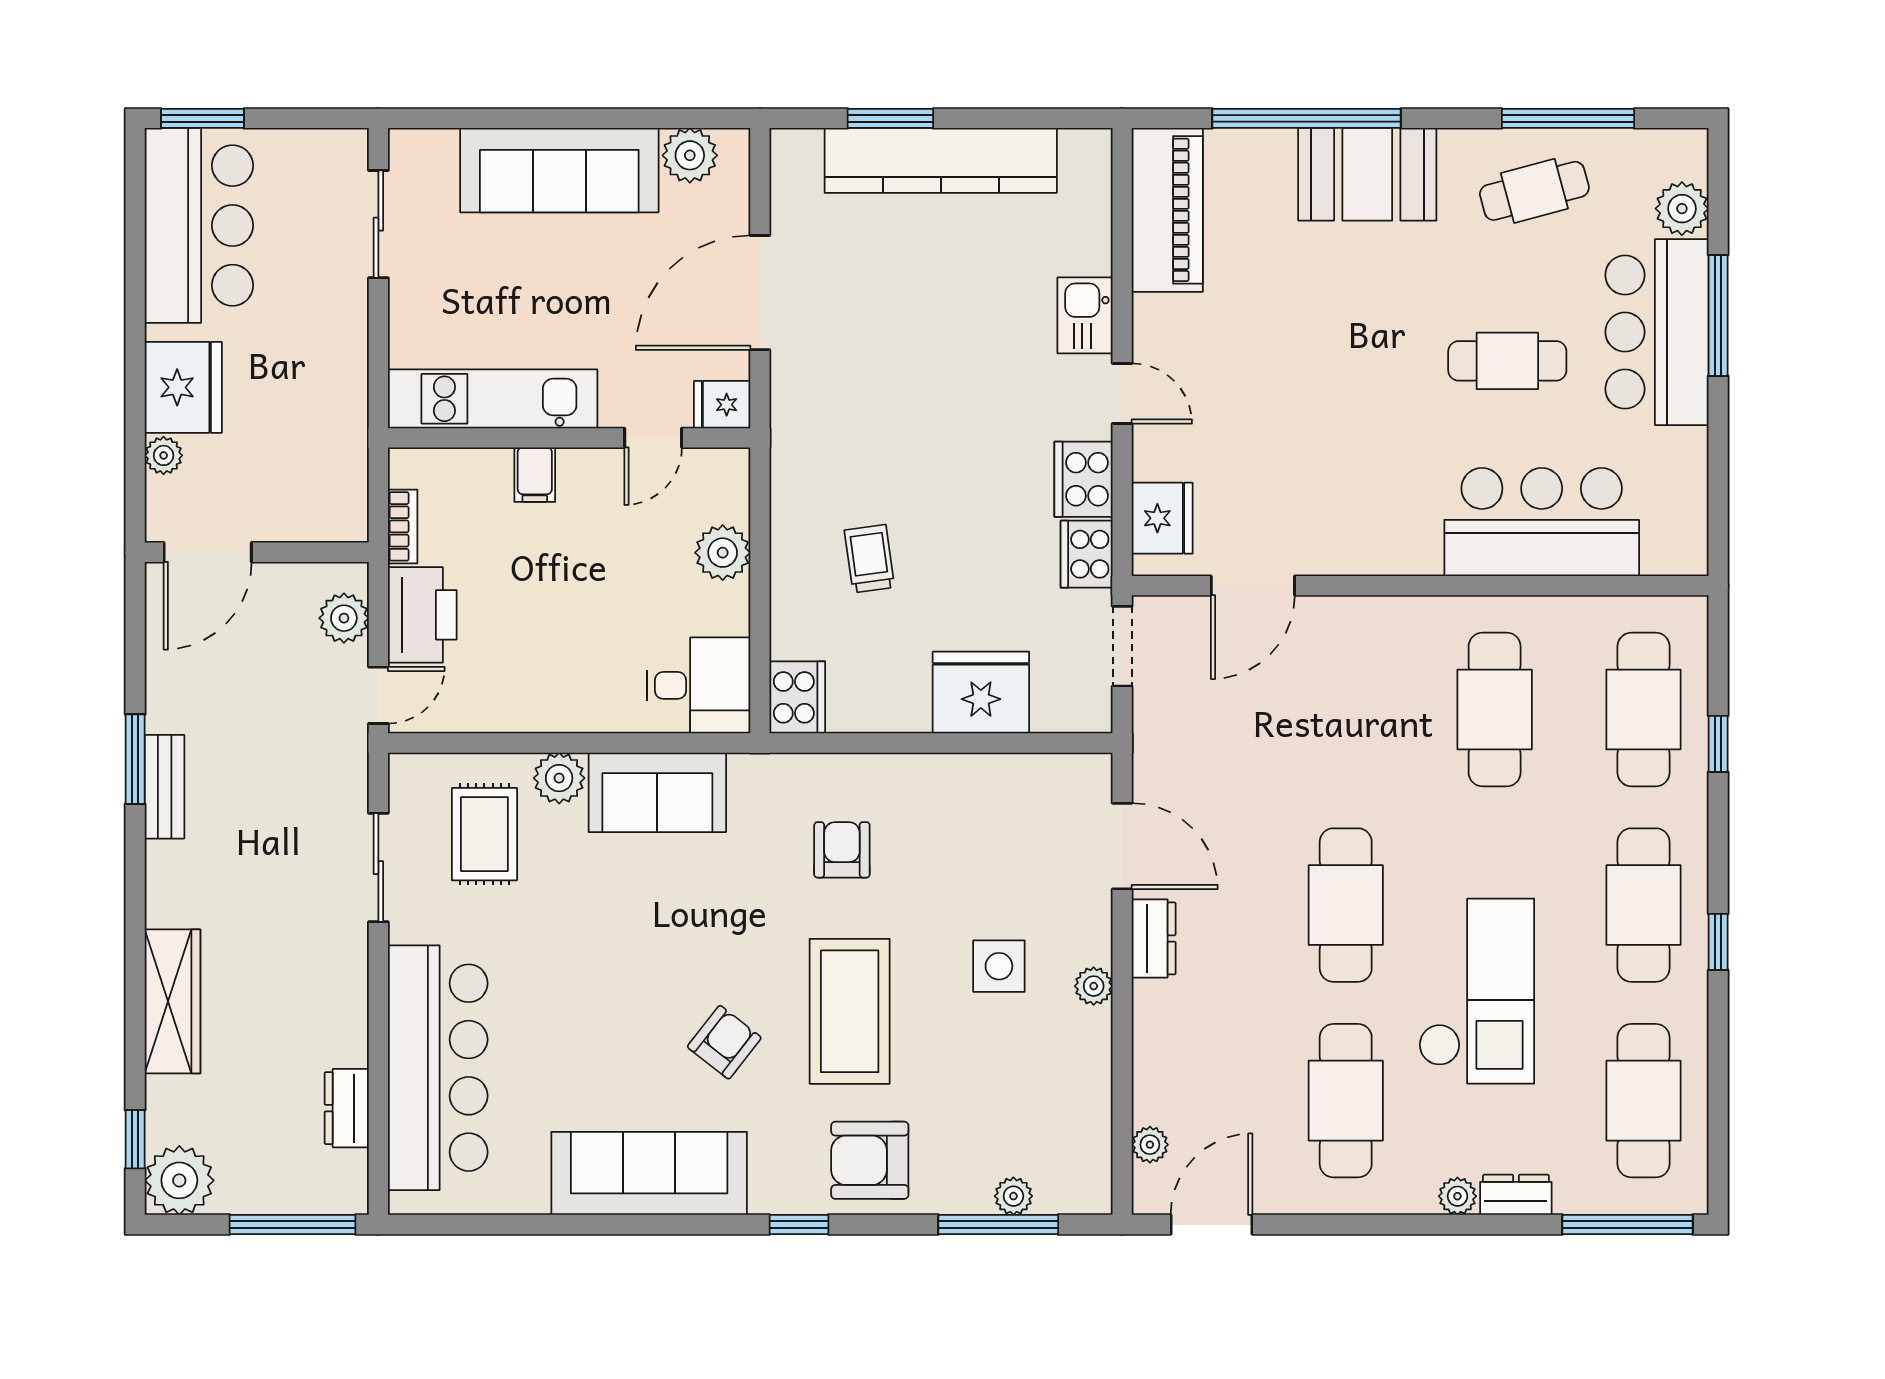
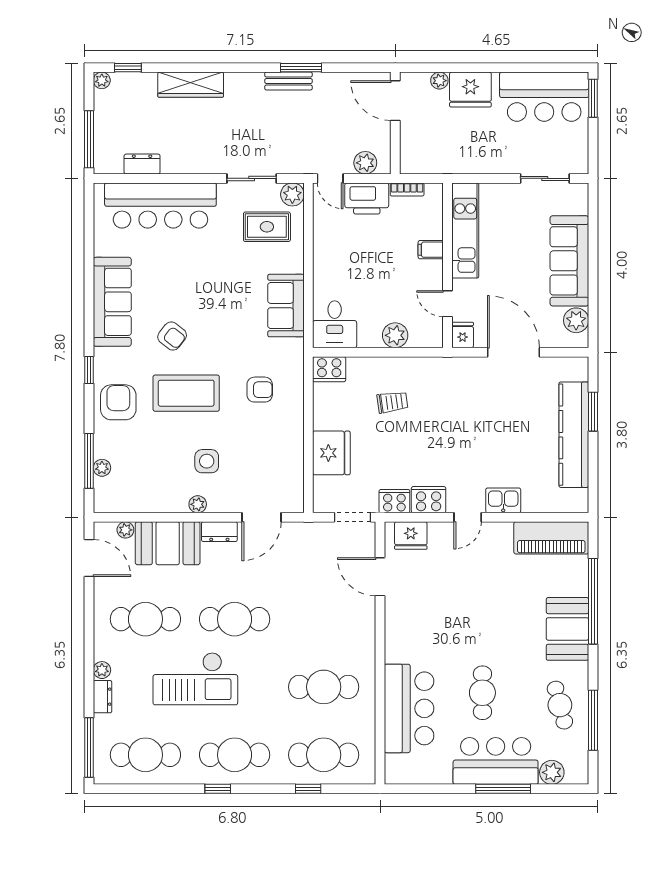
plant: (559, 778) -> (292, 194), moved
booth: (1179, 1052) -> (168, 543), added
plant: (179, 1180) -> (102, 80), width x0.53, depth x0.53

